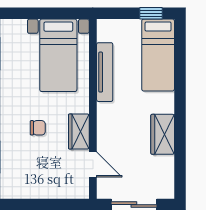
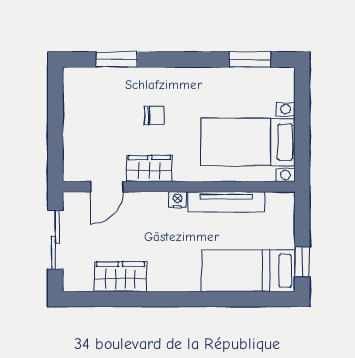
nightstand: (103, 110) -> (177, 200), added
chair: (38, 128) -> (154, 116), turned -90
wardrobe: (163, 134) -> (120, 277), moved

